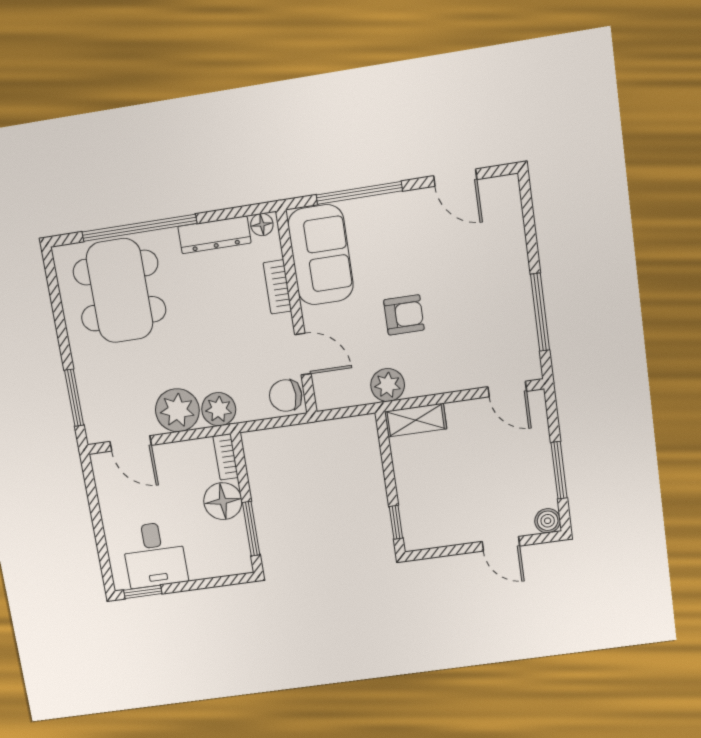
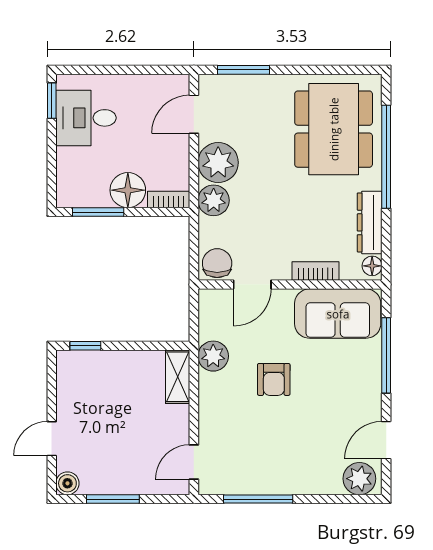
plant: (503, 201) -> (359, 479), added
dining table: (120, 291) -> (334, 129), turned 90

